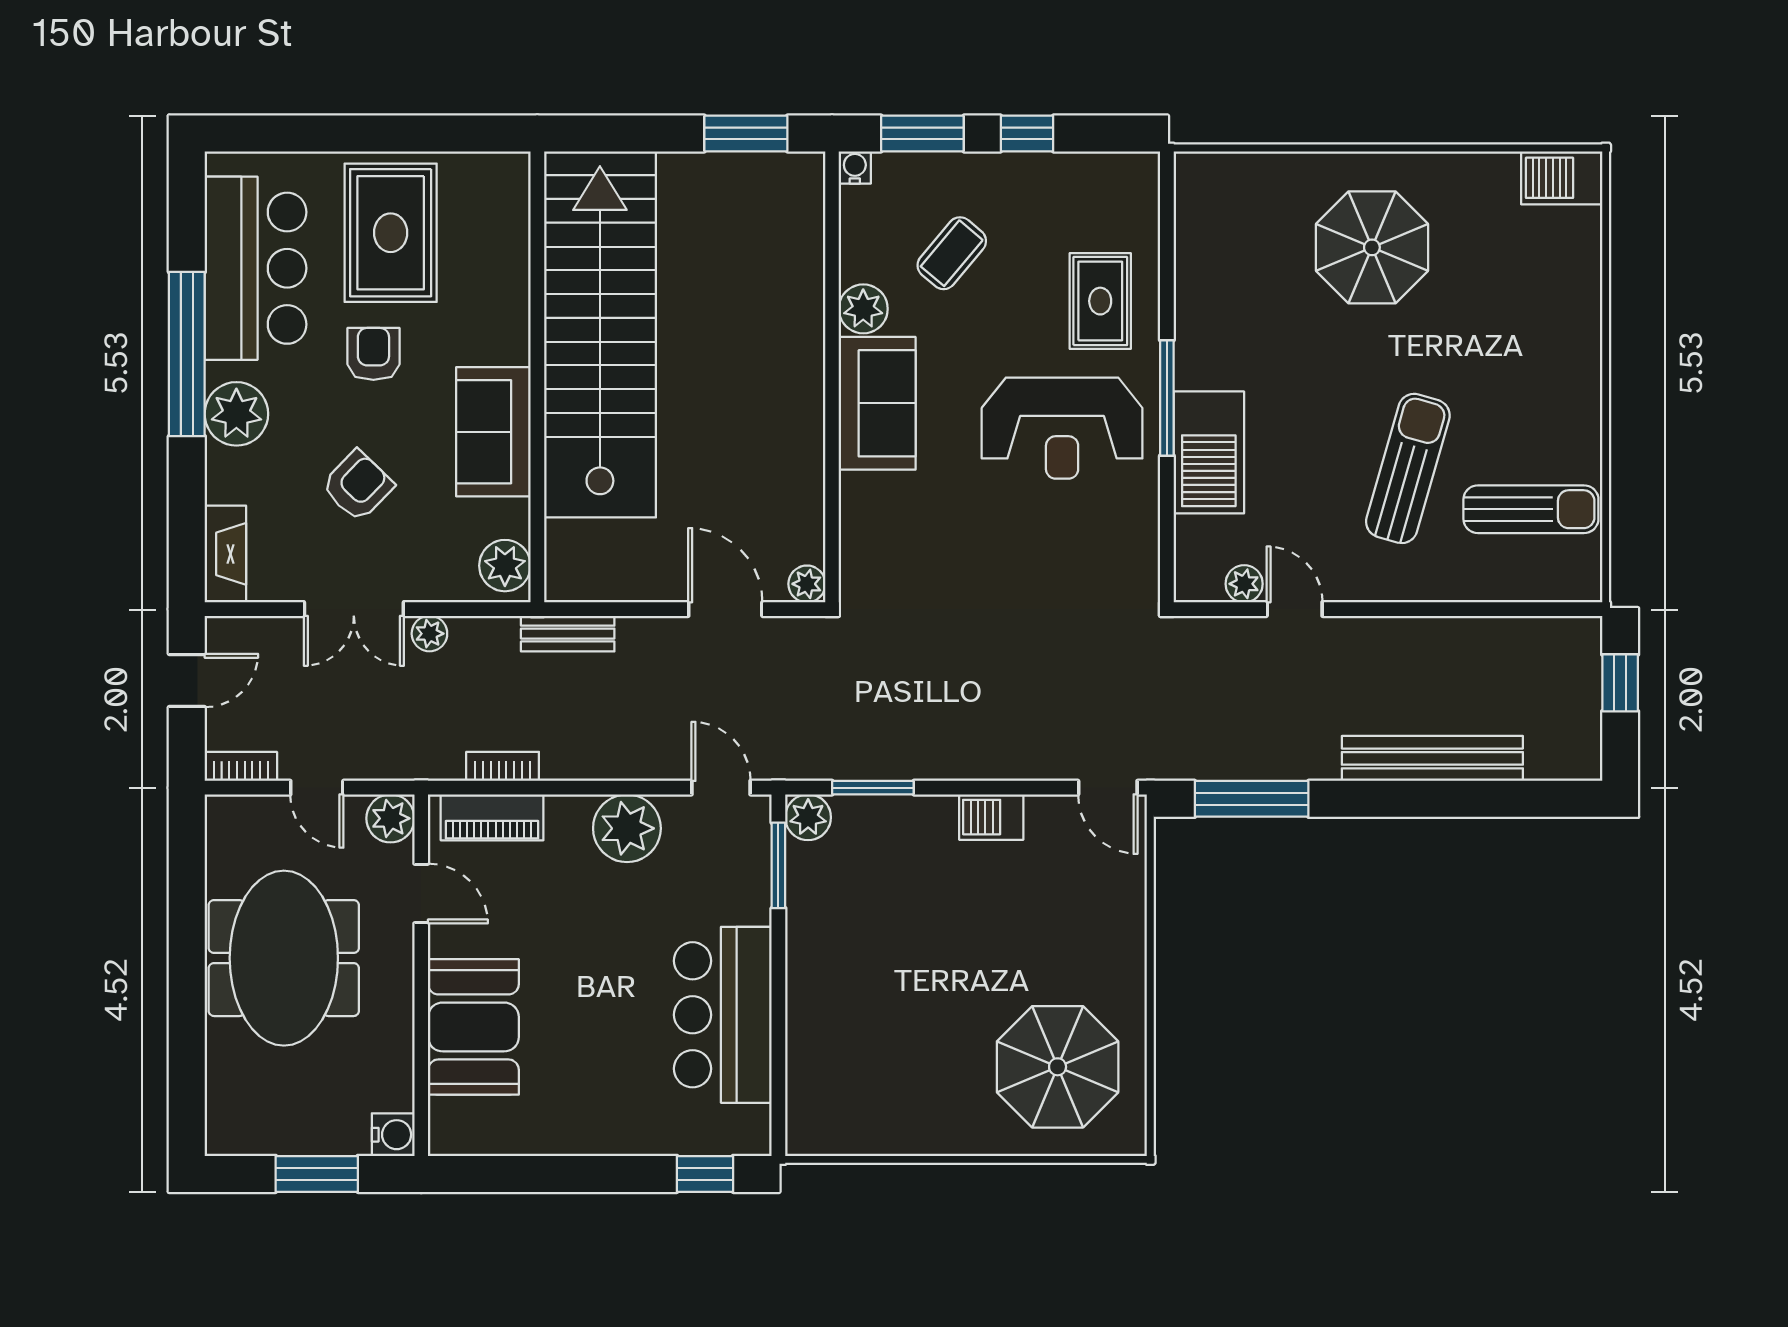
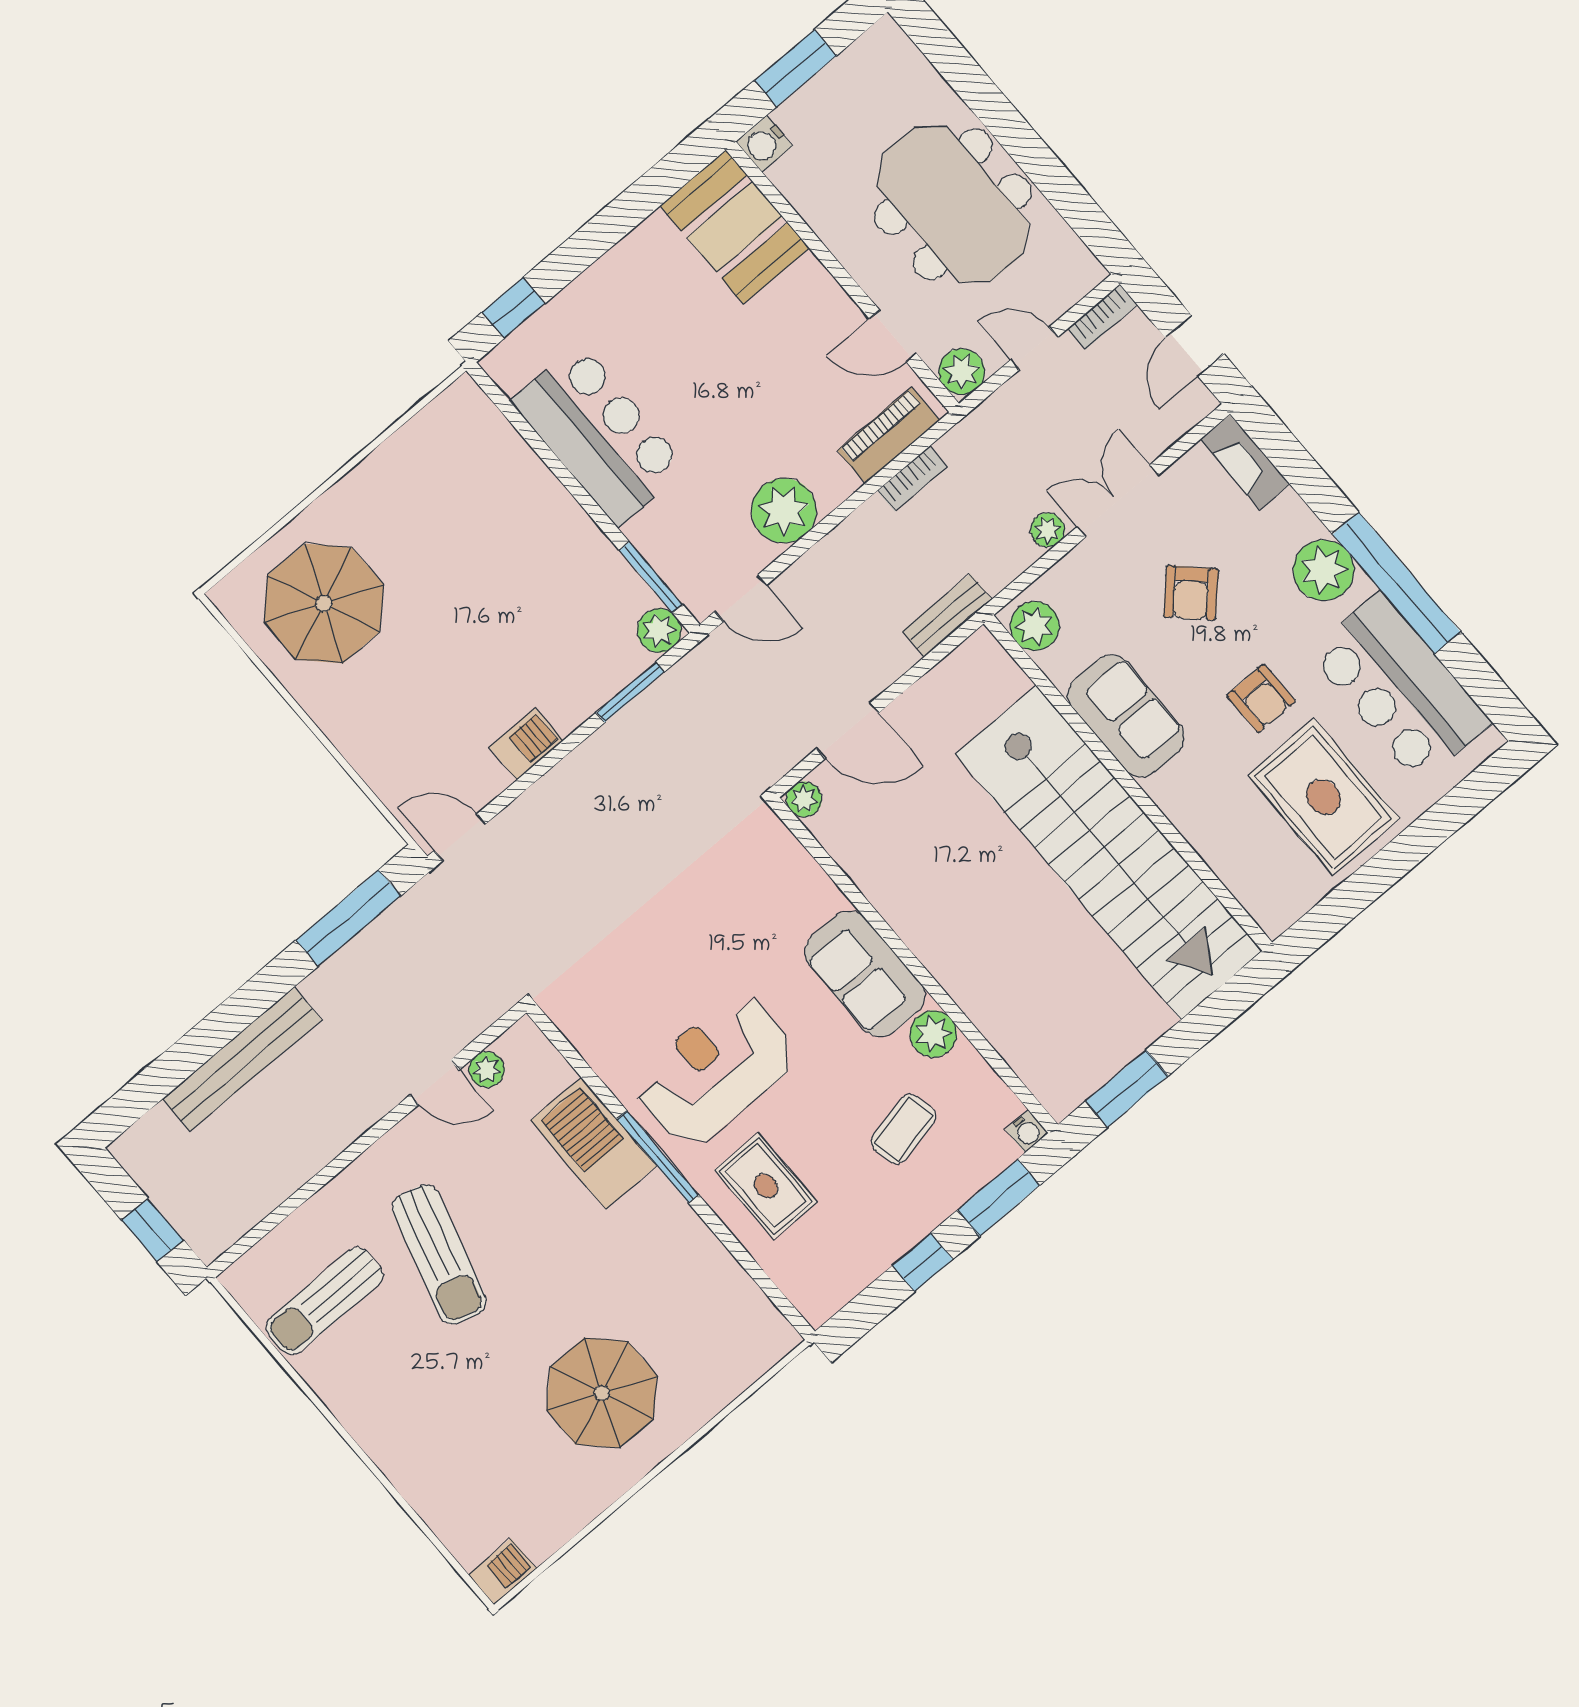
barbecue: (1562, 178) -> (502, 1571), width x0.73, depth x0.79
coffee table: (952, 253) -> (903, 1129), turned 38
booth: (473, 1027) -> (735, 227), moved

